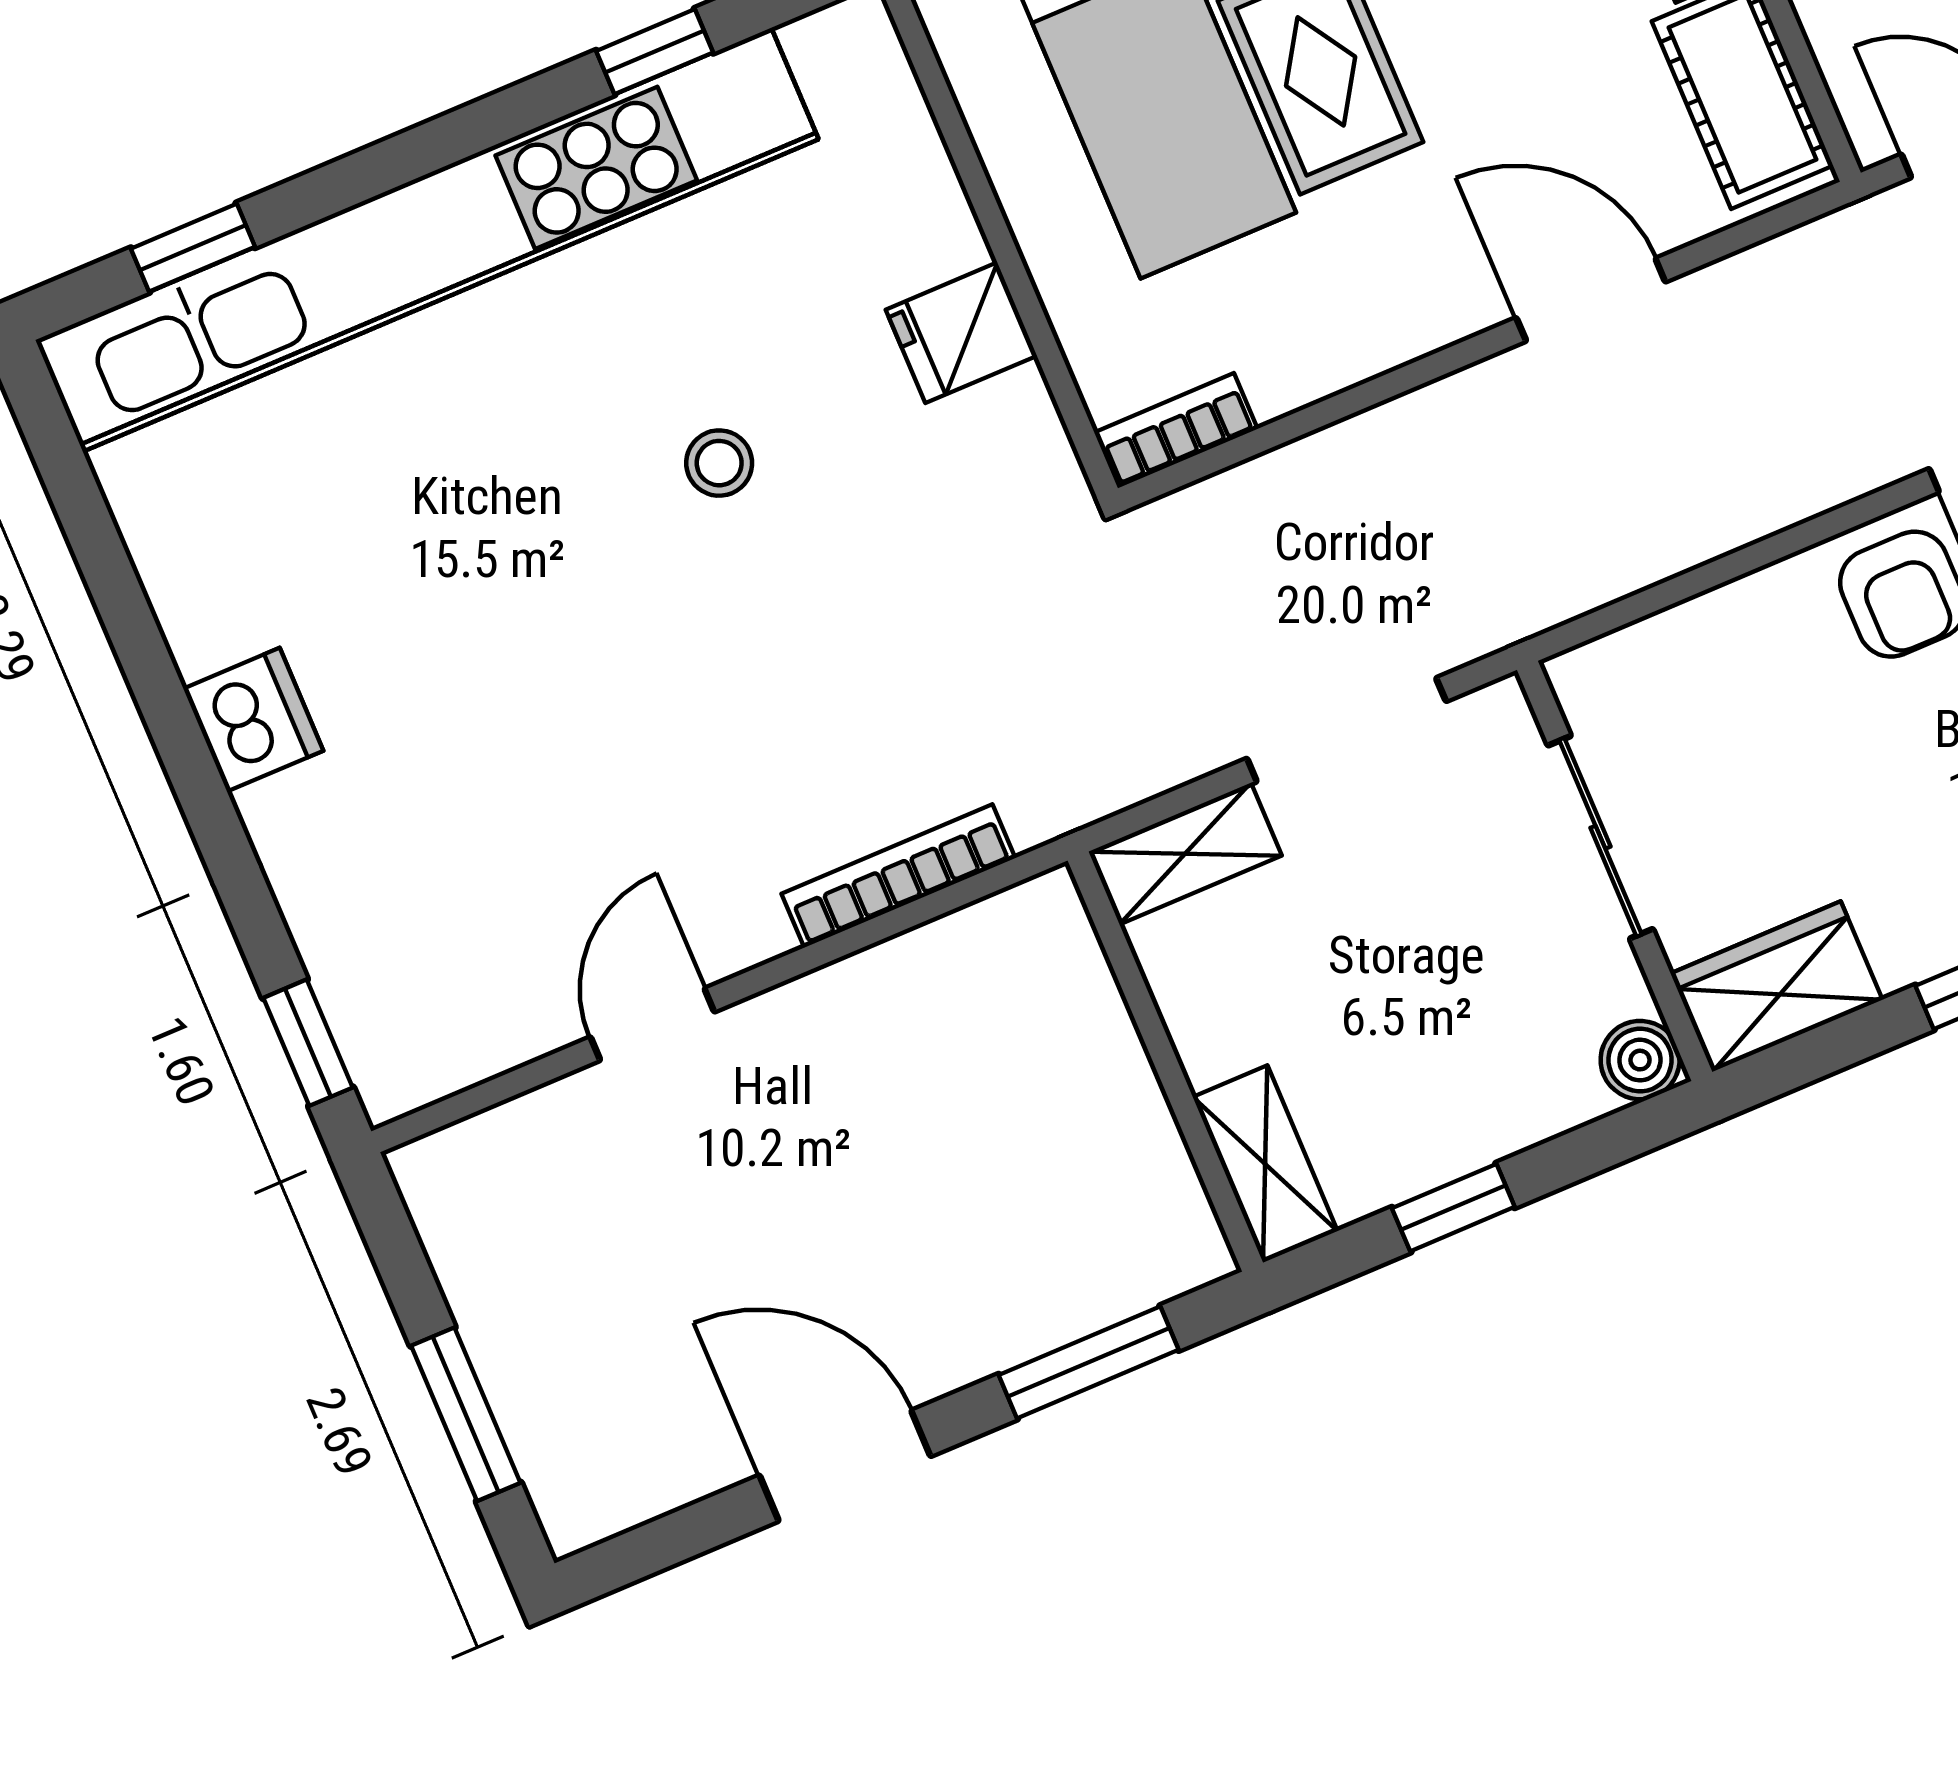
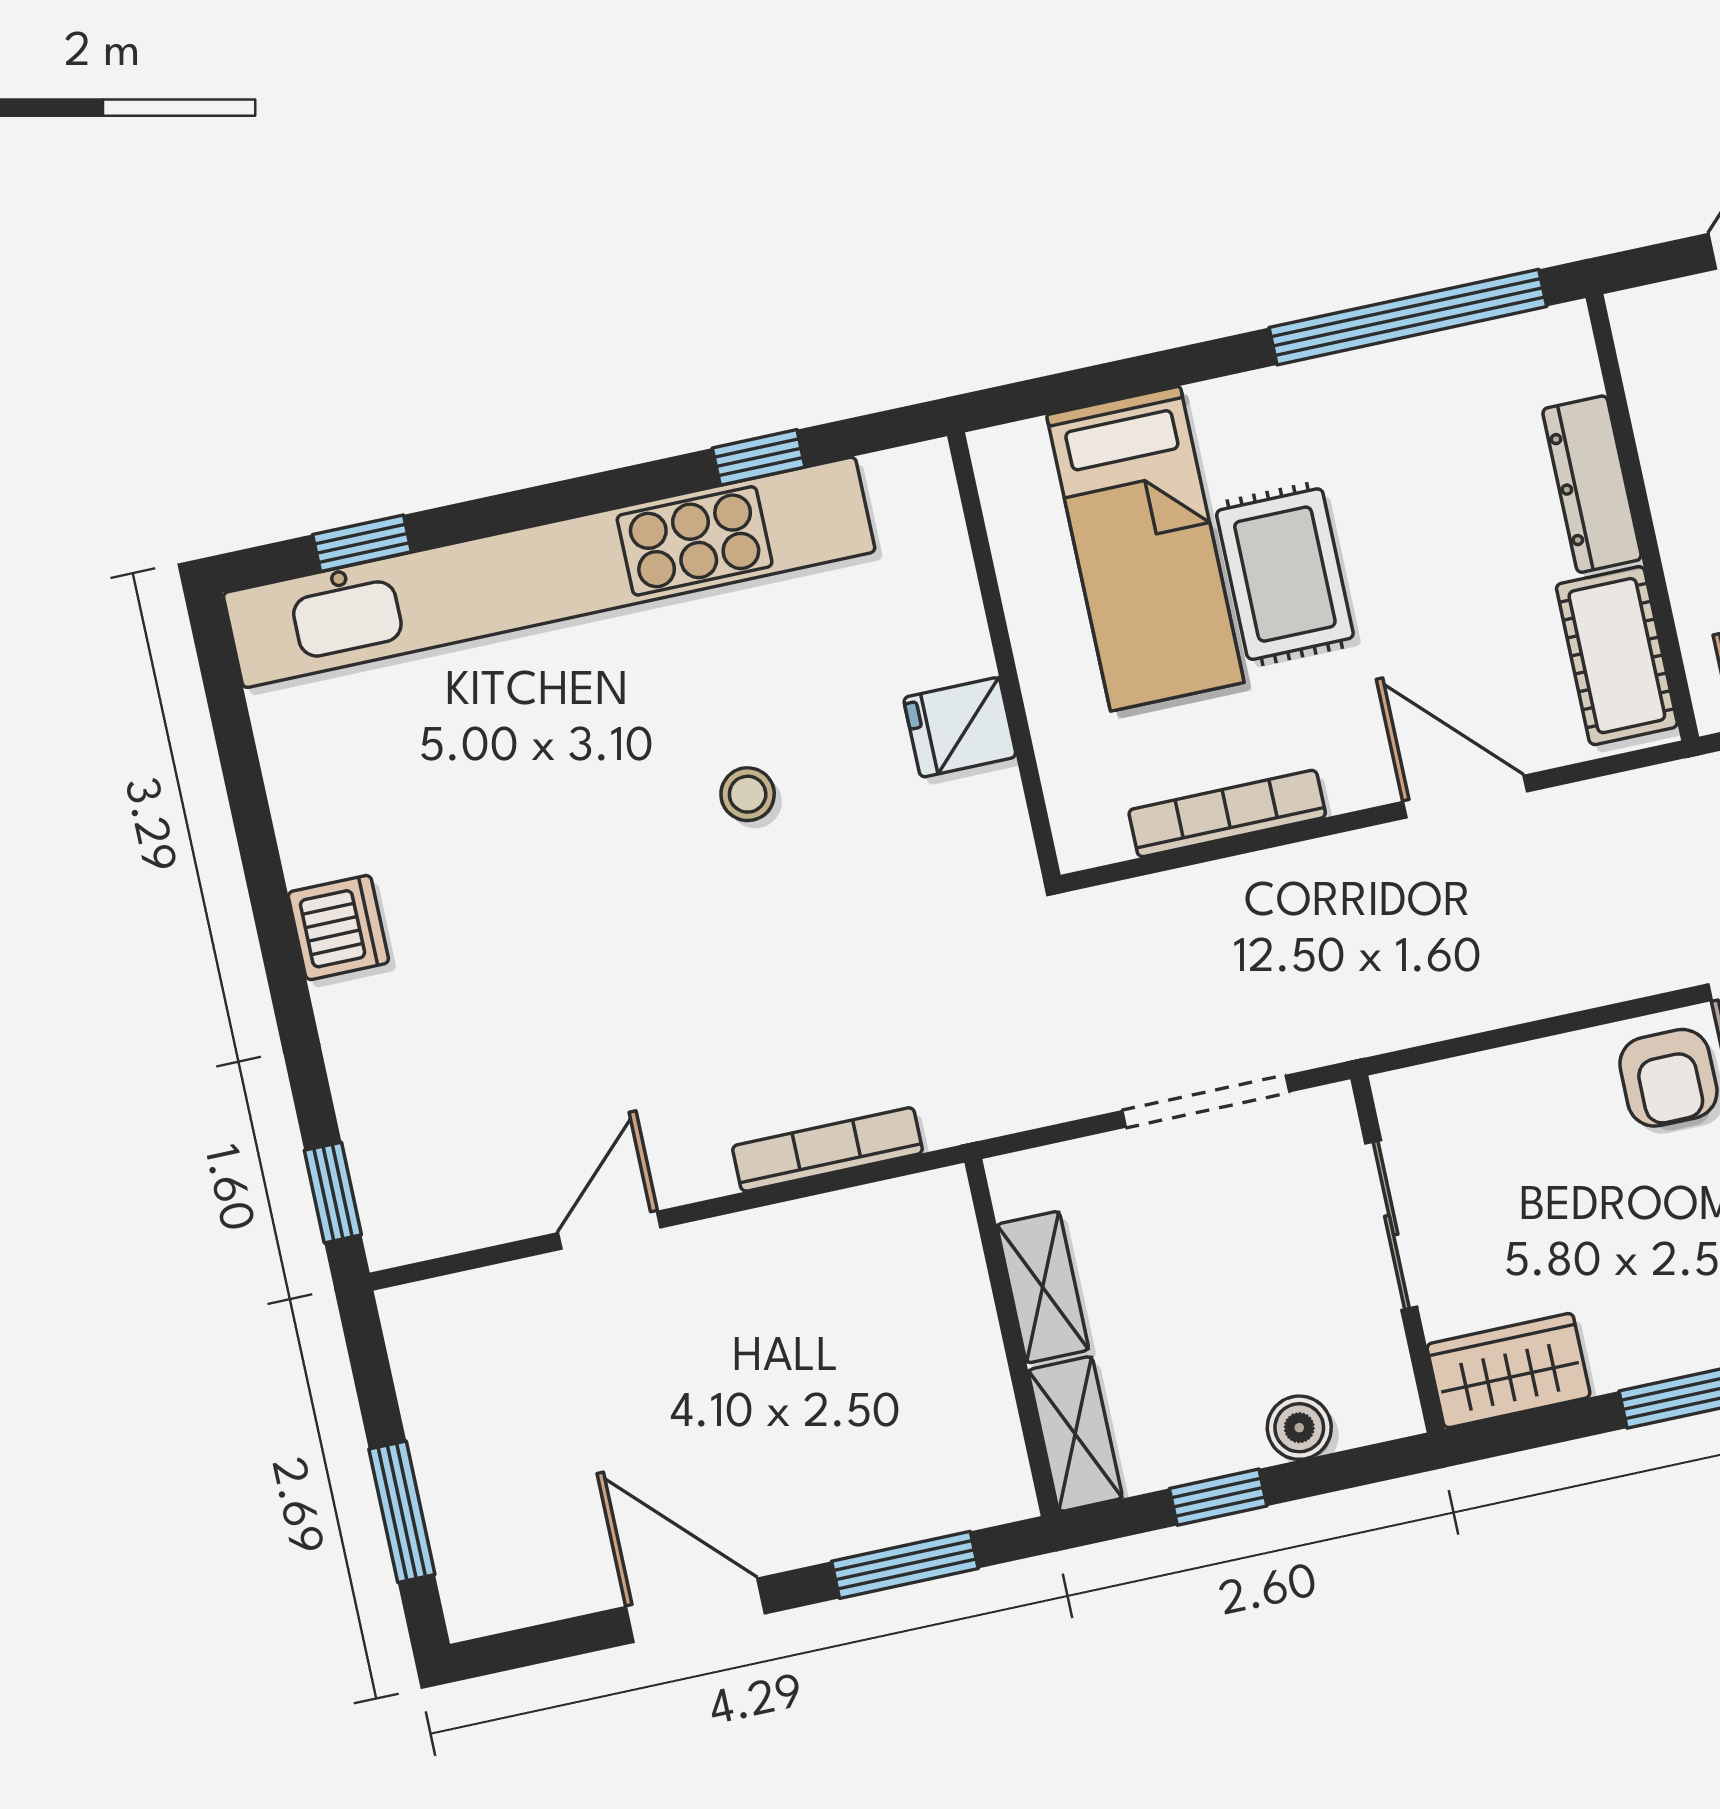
bookcase: (1176, 431) -> (1227, 813), moved, width x1.56
shelving: (1185, 854) -> (1043, 1287), moved, turned 90
boiler: (1640, 1060) -> (1299, 1428), moved

